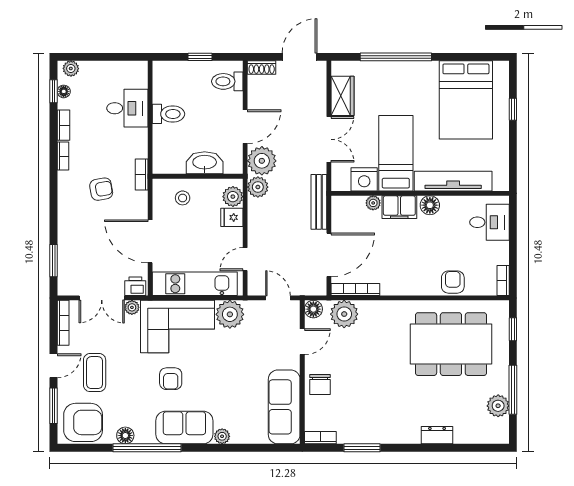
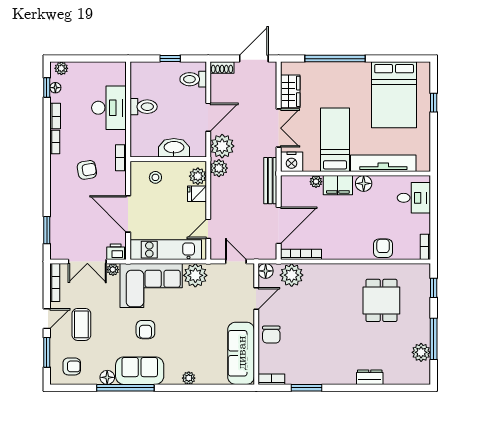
desk: (127, 108) -> (109, 108), width x1.37
nightstand: (364, 179) -> (292, 162), moved
dining table: (451, 344) -> (381, 300), width x0.53, depth x0.80
armchair: (83, 422) -> (72, 366), width x0.53, depth x0.53
sofa: (184, 428) -> (140, 371), moved

